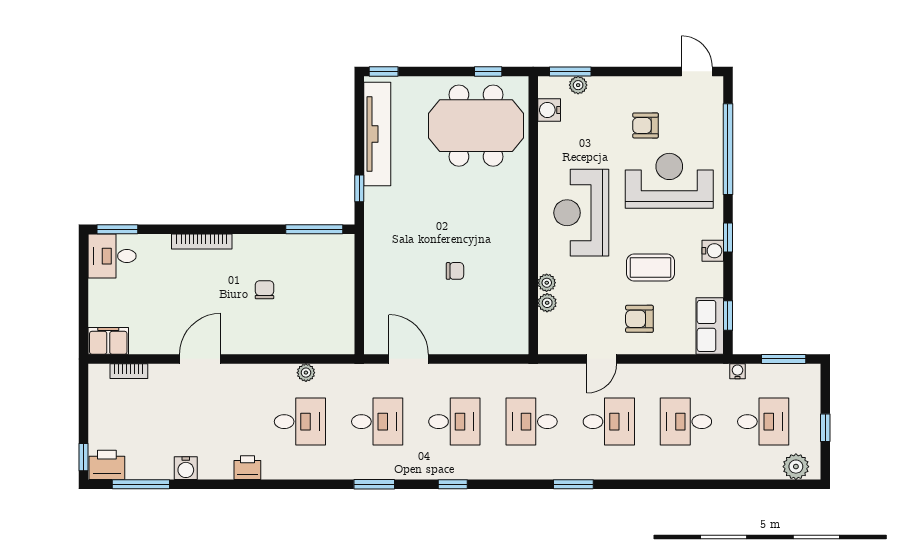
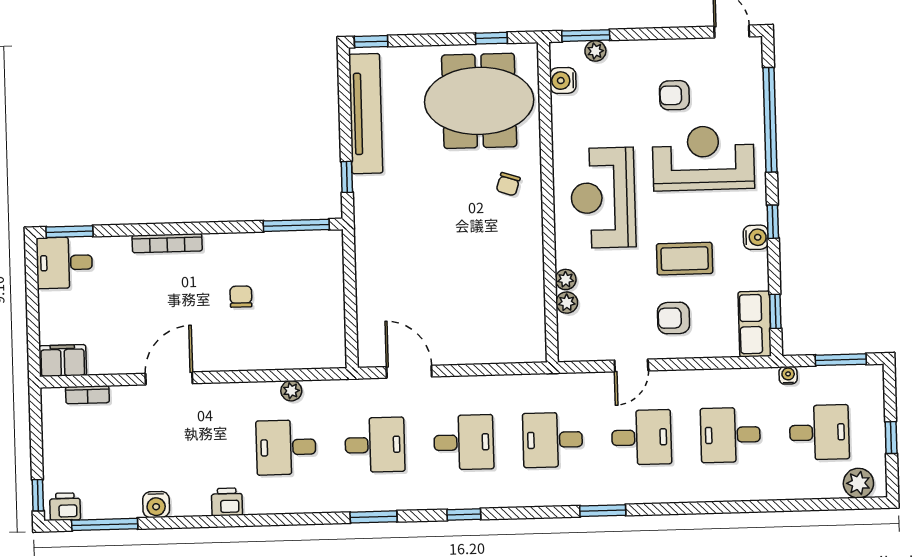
chair: (455, 271) -> (508, 184), moved, turned 108
desk: (300, 422) -> (286, 447), turned 180
printer: (107, 465) -> (65, 507), width x0.73, depth x0.81

